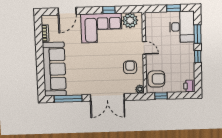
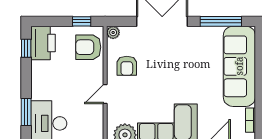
door: (144, 48) -> (105, 94), hinge flipped
window: (198, 57) -> (26, 48), moved
printer: (189, 86) -> (43, 43), width x1.87, depth x1.48

